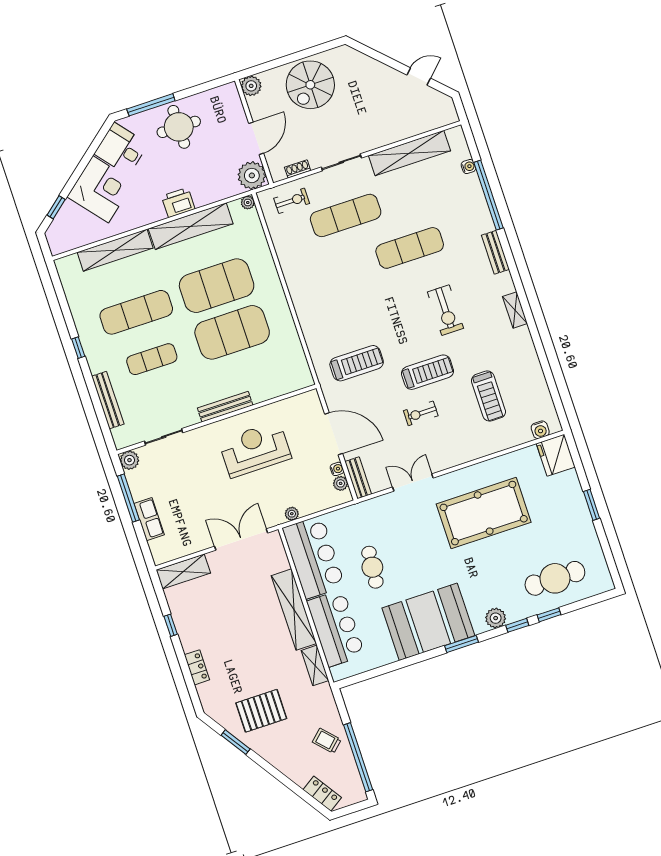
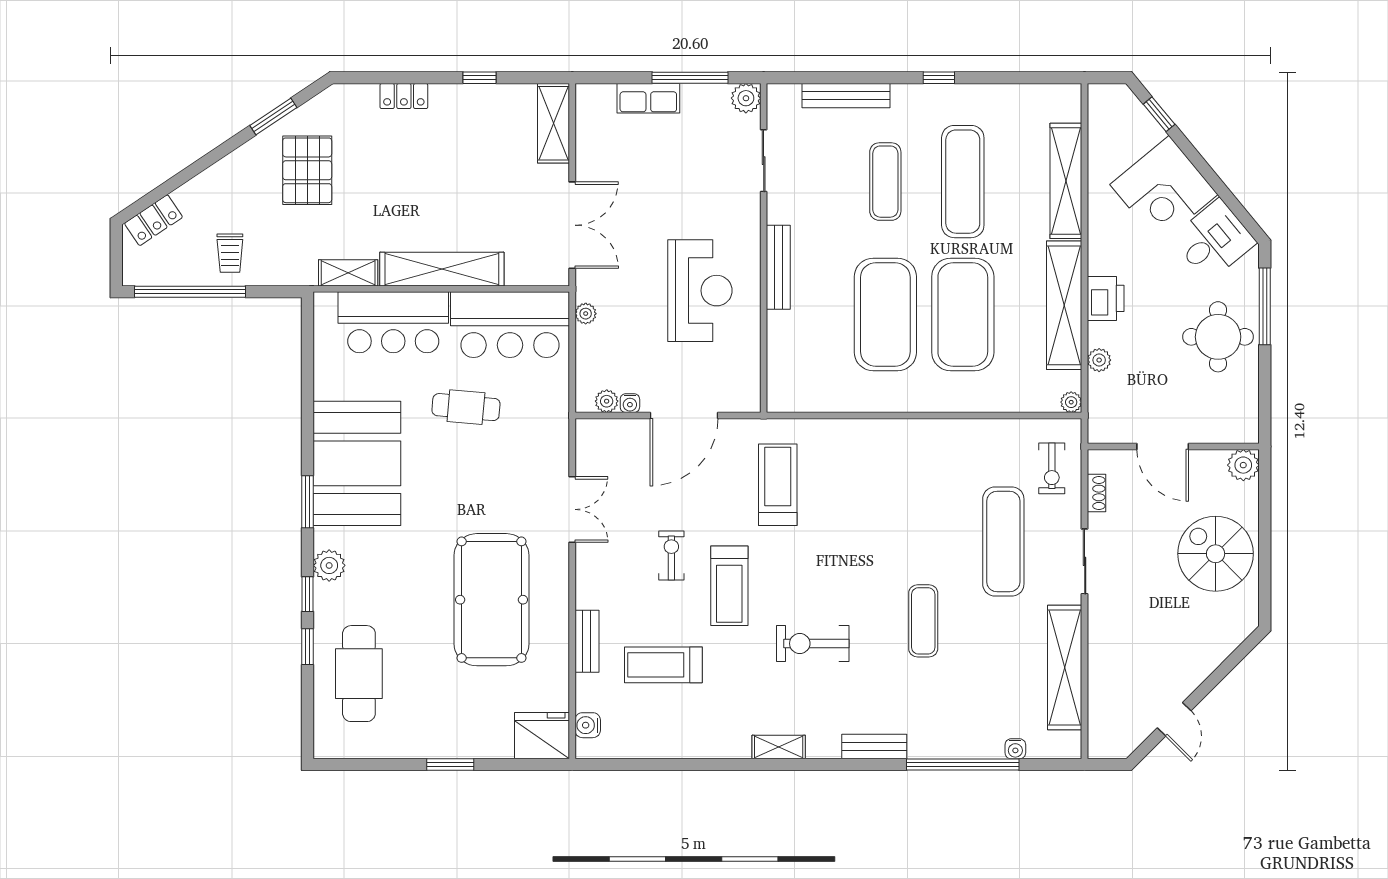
plant: (252, 175) -> (1099, 360), moved, width x0.53, depth x0.53
exercise mat: (410, 248) -> (923, 621), width x0.73, depth x0.69
treadmill: (357, 363) -> (778, 485), turned 180
bench: (358, 478) -> (587, 641), moved, turned 90
trolley: (327, 741) -> (230, 253), turned 133

